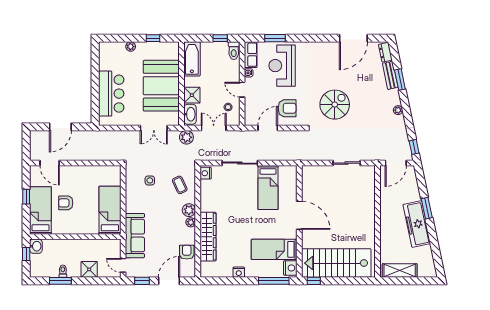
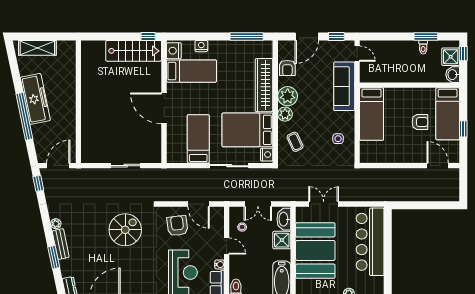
bench: (390, 75) -> (61, 244), moved
bar counter: (111, 94) -> (370, 242), width x1.36
spiral stairs: (335, 105) -> (125, 230), turned 180
armchair: (287, 108) -> (177, 226), turned 83
door: (60, 127) -> (426, 205), removed
door: (268, 128) -> (199, 204), hinge flipped
plant: (186, 137) -> (288, 194), removed
sliding door: (347, 163) -> (126, 166), moved
side table: (150, 180) -> (338, 139), moved
bed: (223, 196) -> (247, 130), added
window: (427, 208) -> (24, 116), width x2.11
plant: (191, 222) -> (288, 96), width x1.88, depth x1.88
window: (26, 254) -> (463, 54), moved
stairs: (336, 263) -> (134, 51), width x0.73, depth x0.66
shower: (89, 269) -> (451, 57), moved
shelving: (400, 271) -> (37, 48), moved
nightstand: (239, 272) -> (201, 46), moved
window: (274, 281) -> (247, 36), moved

